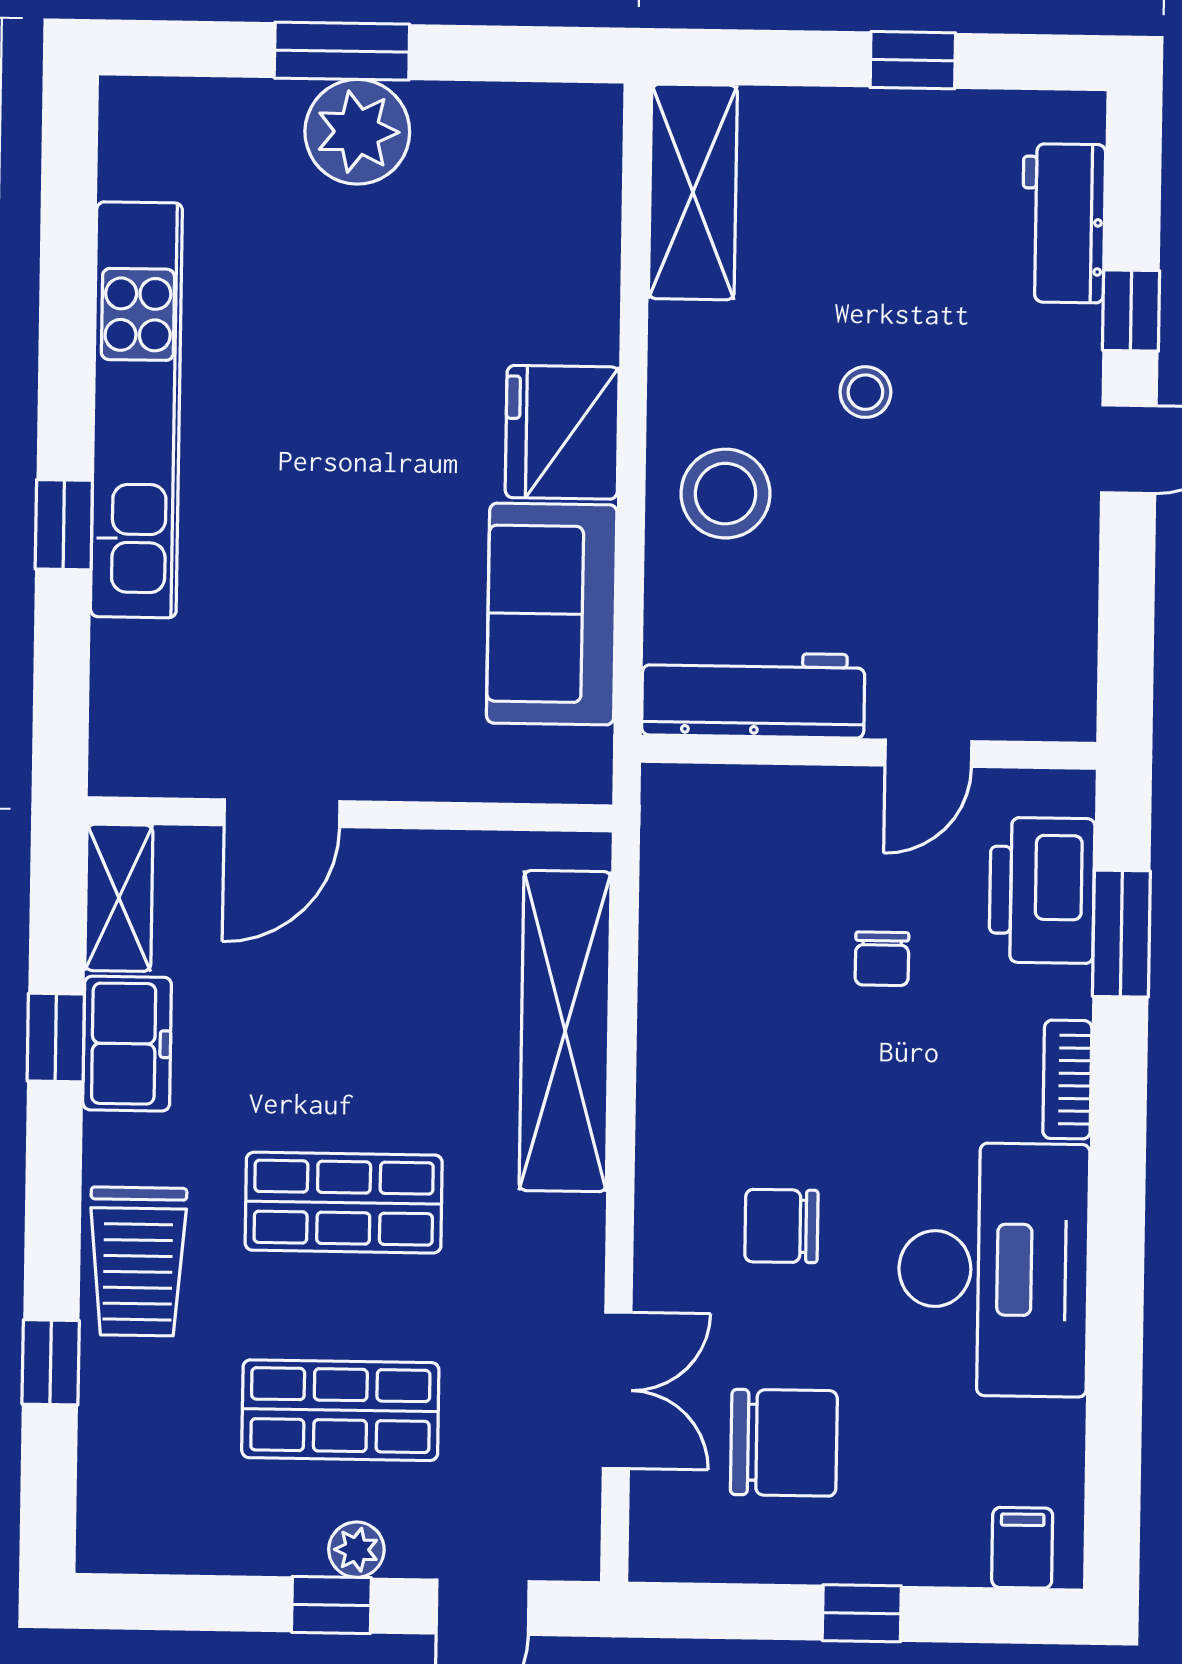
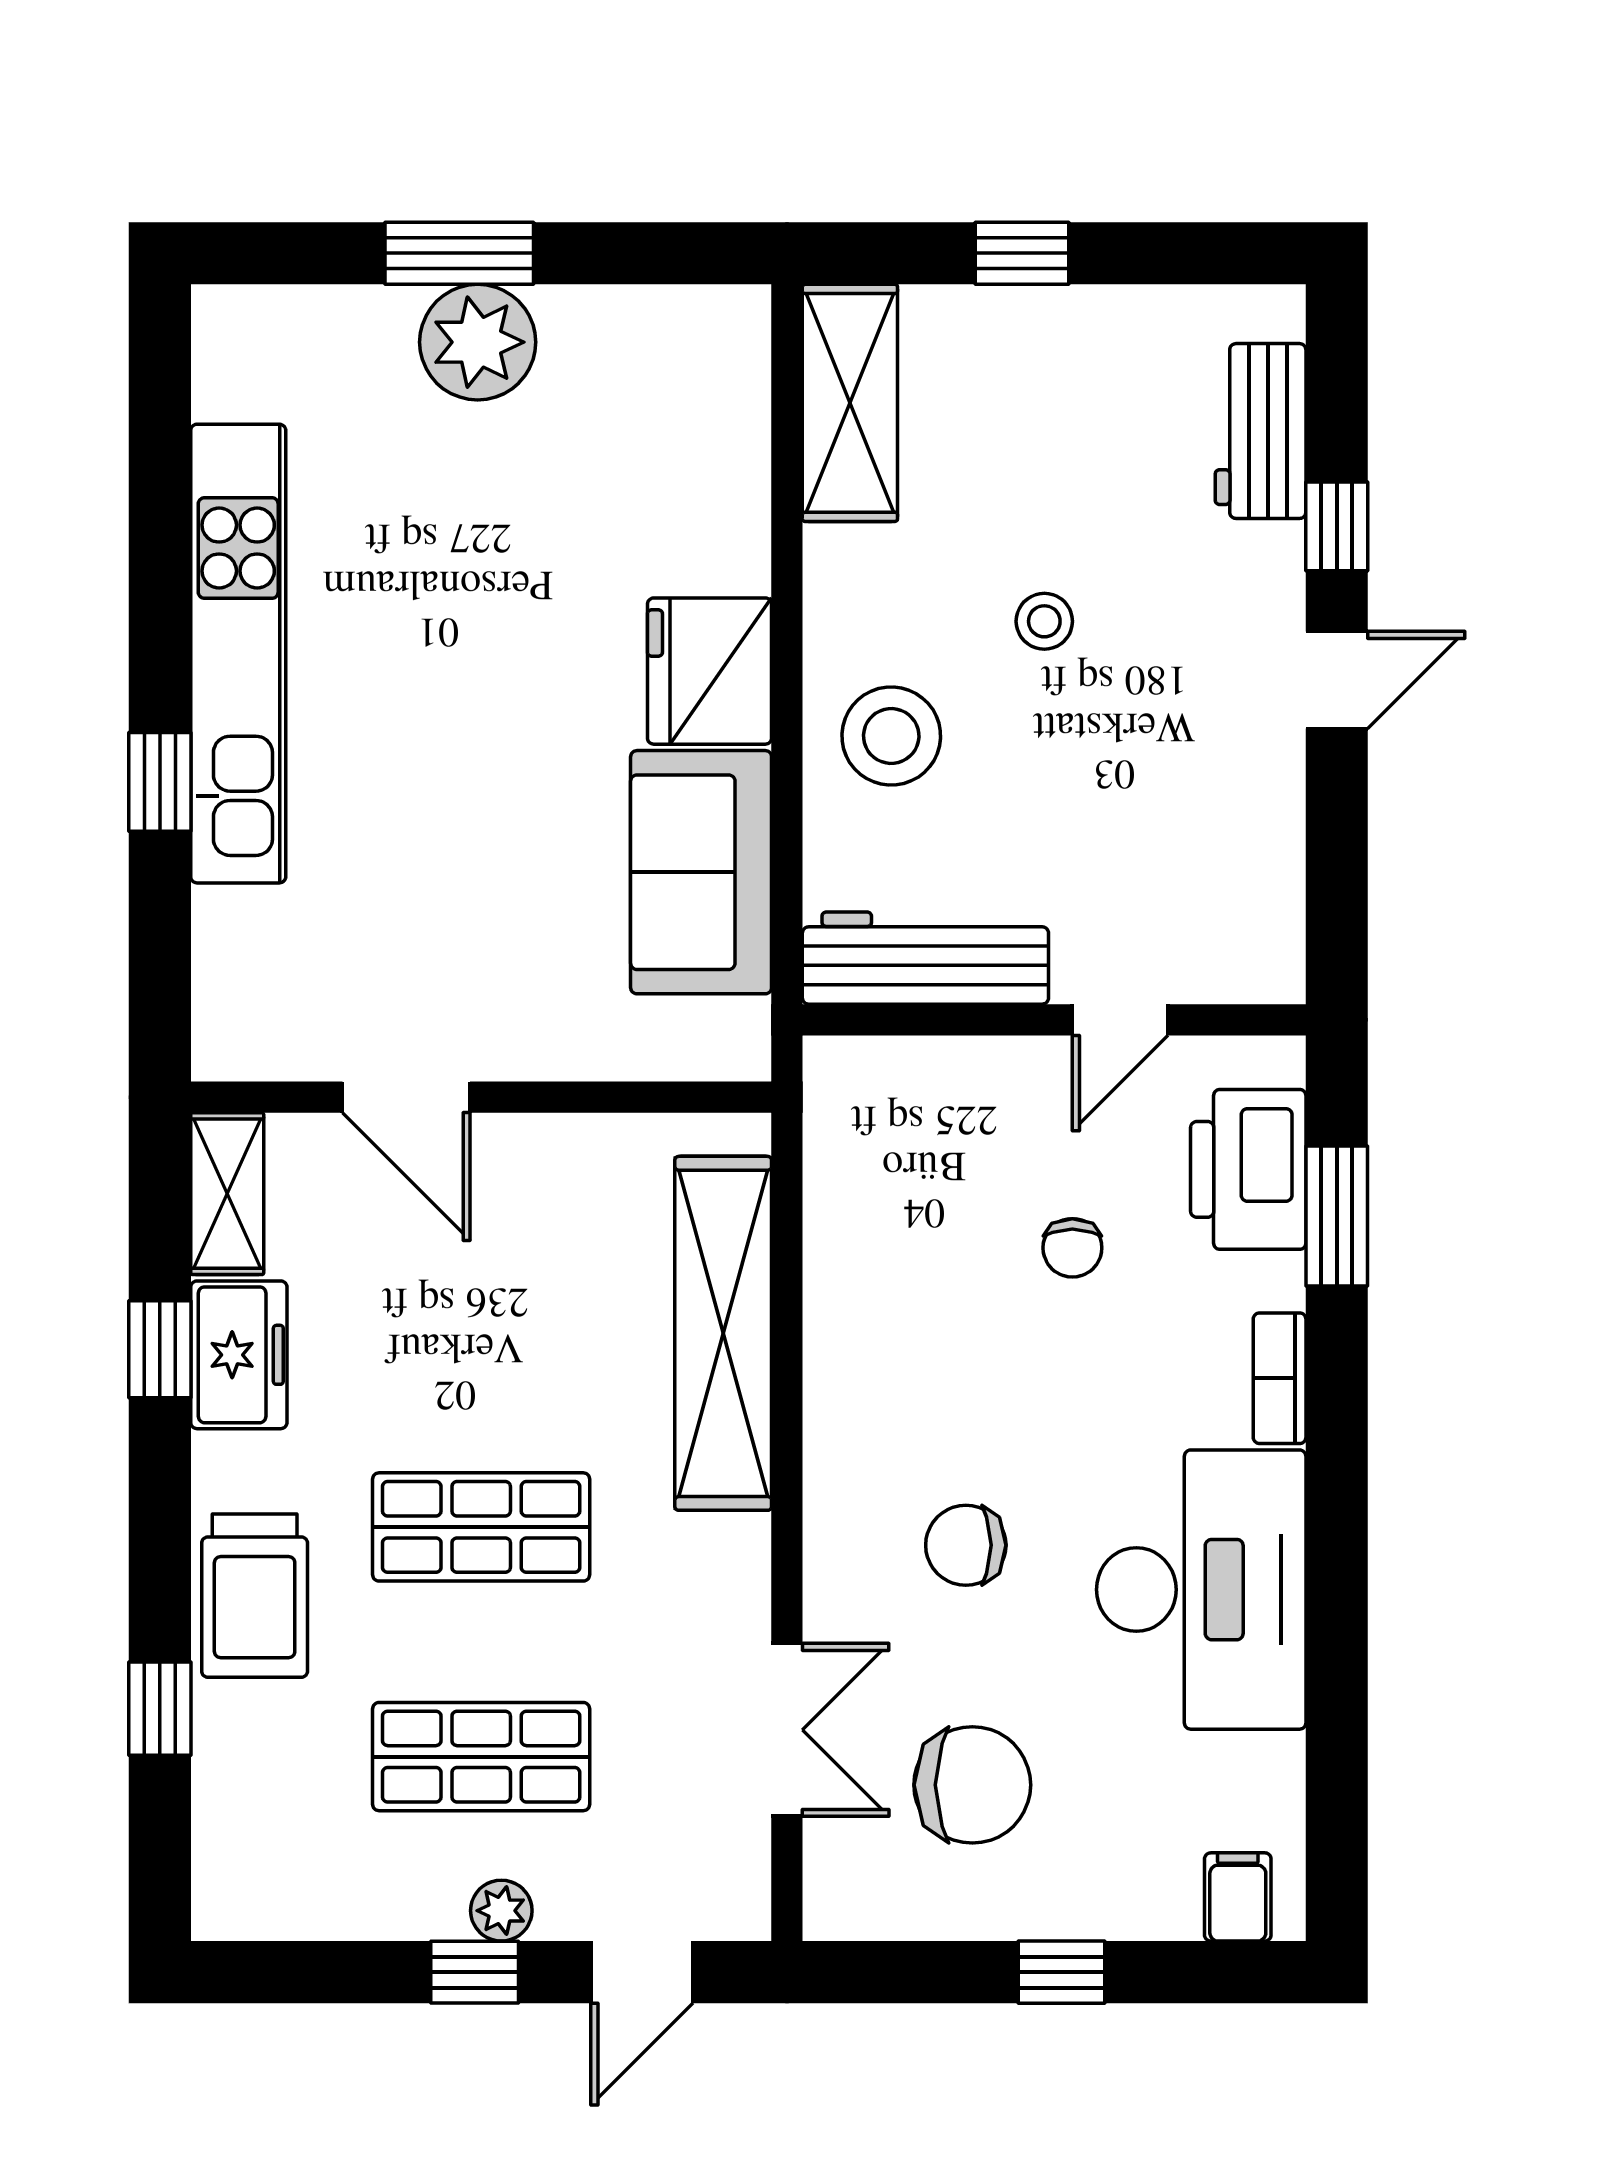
window: (913, 60) -> (1022, 253), moved
door: (282, 813) -> (406, 1097), hinge flipped

